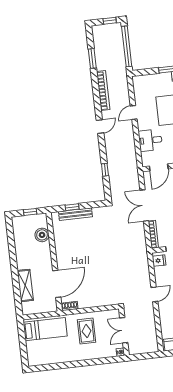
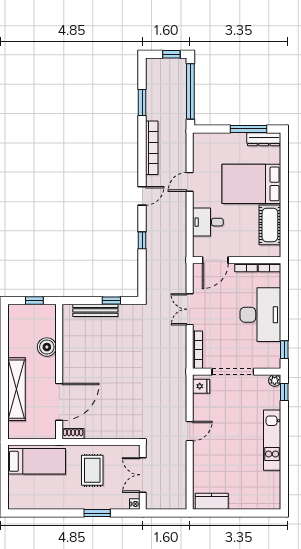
window: (105, 170) -> (142, 240), moved
double door: (144, 205) -> (190, 309), width x0.73
window: (72, 207) -> (111, 300), moved
boiler: (42, 235) -> (47, 347), moved
shelving: (25, 285) -> (16, 389), width x1.47
window: (94, 362) -> (97, 513), added

